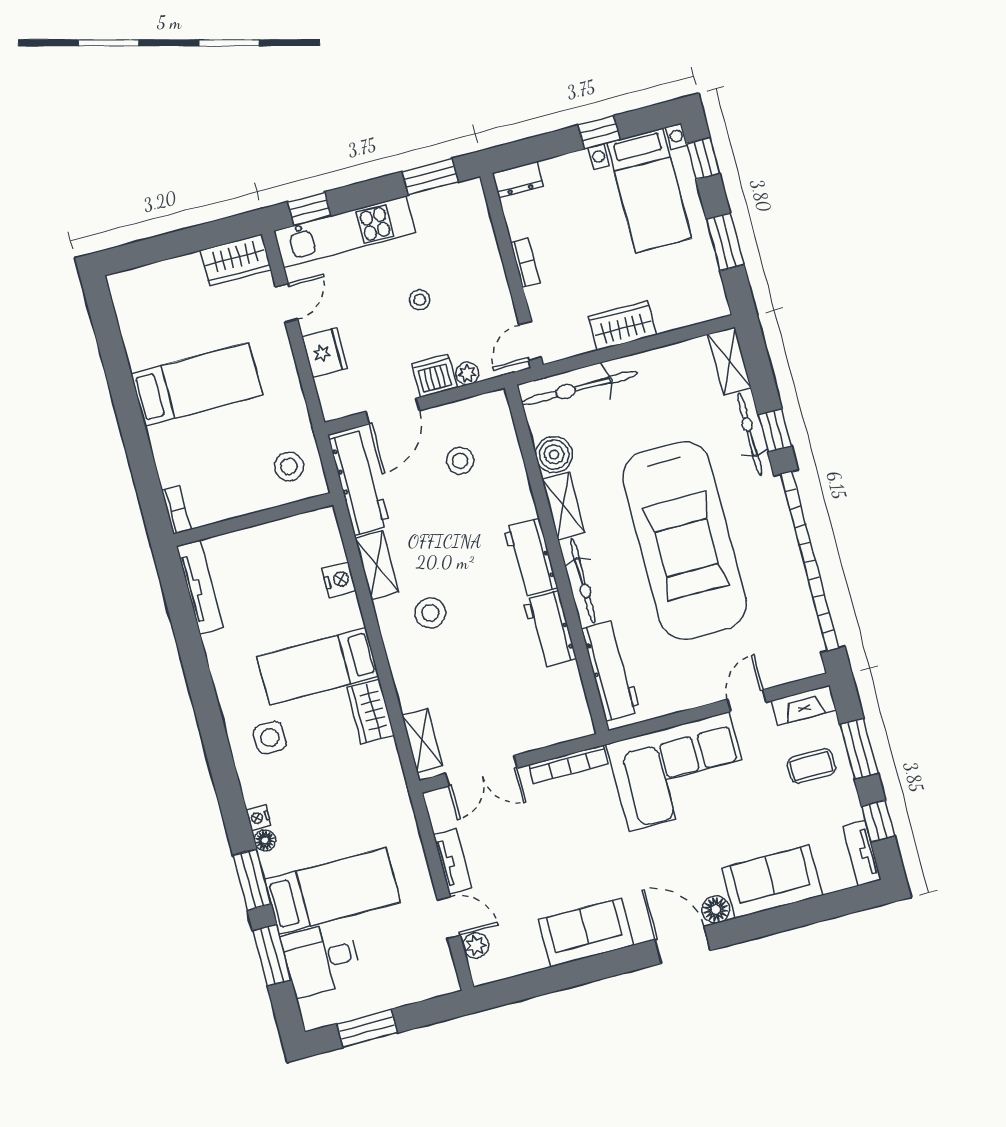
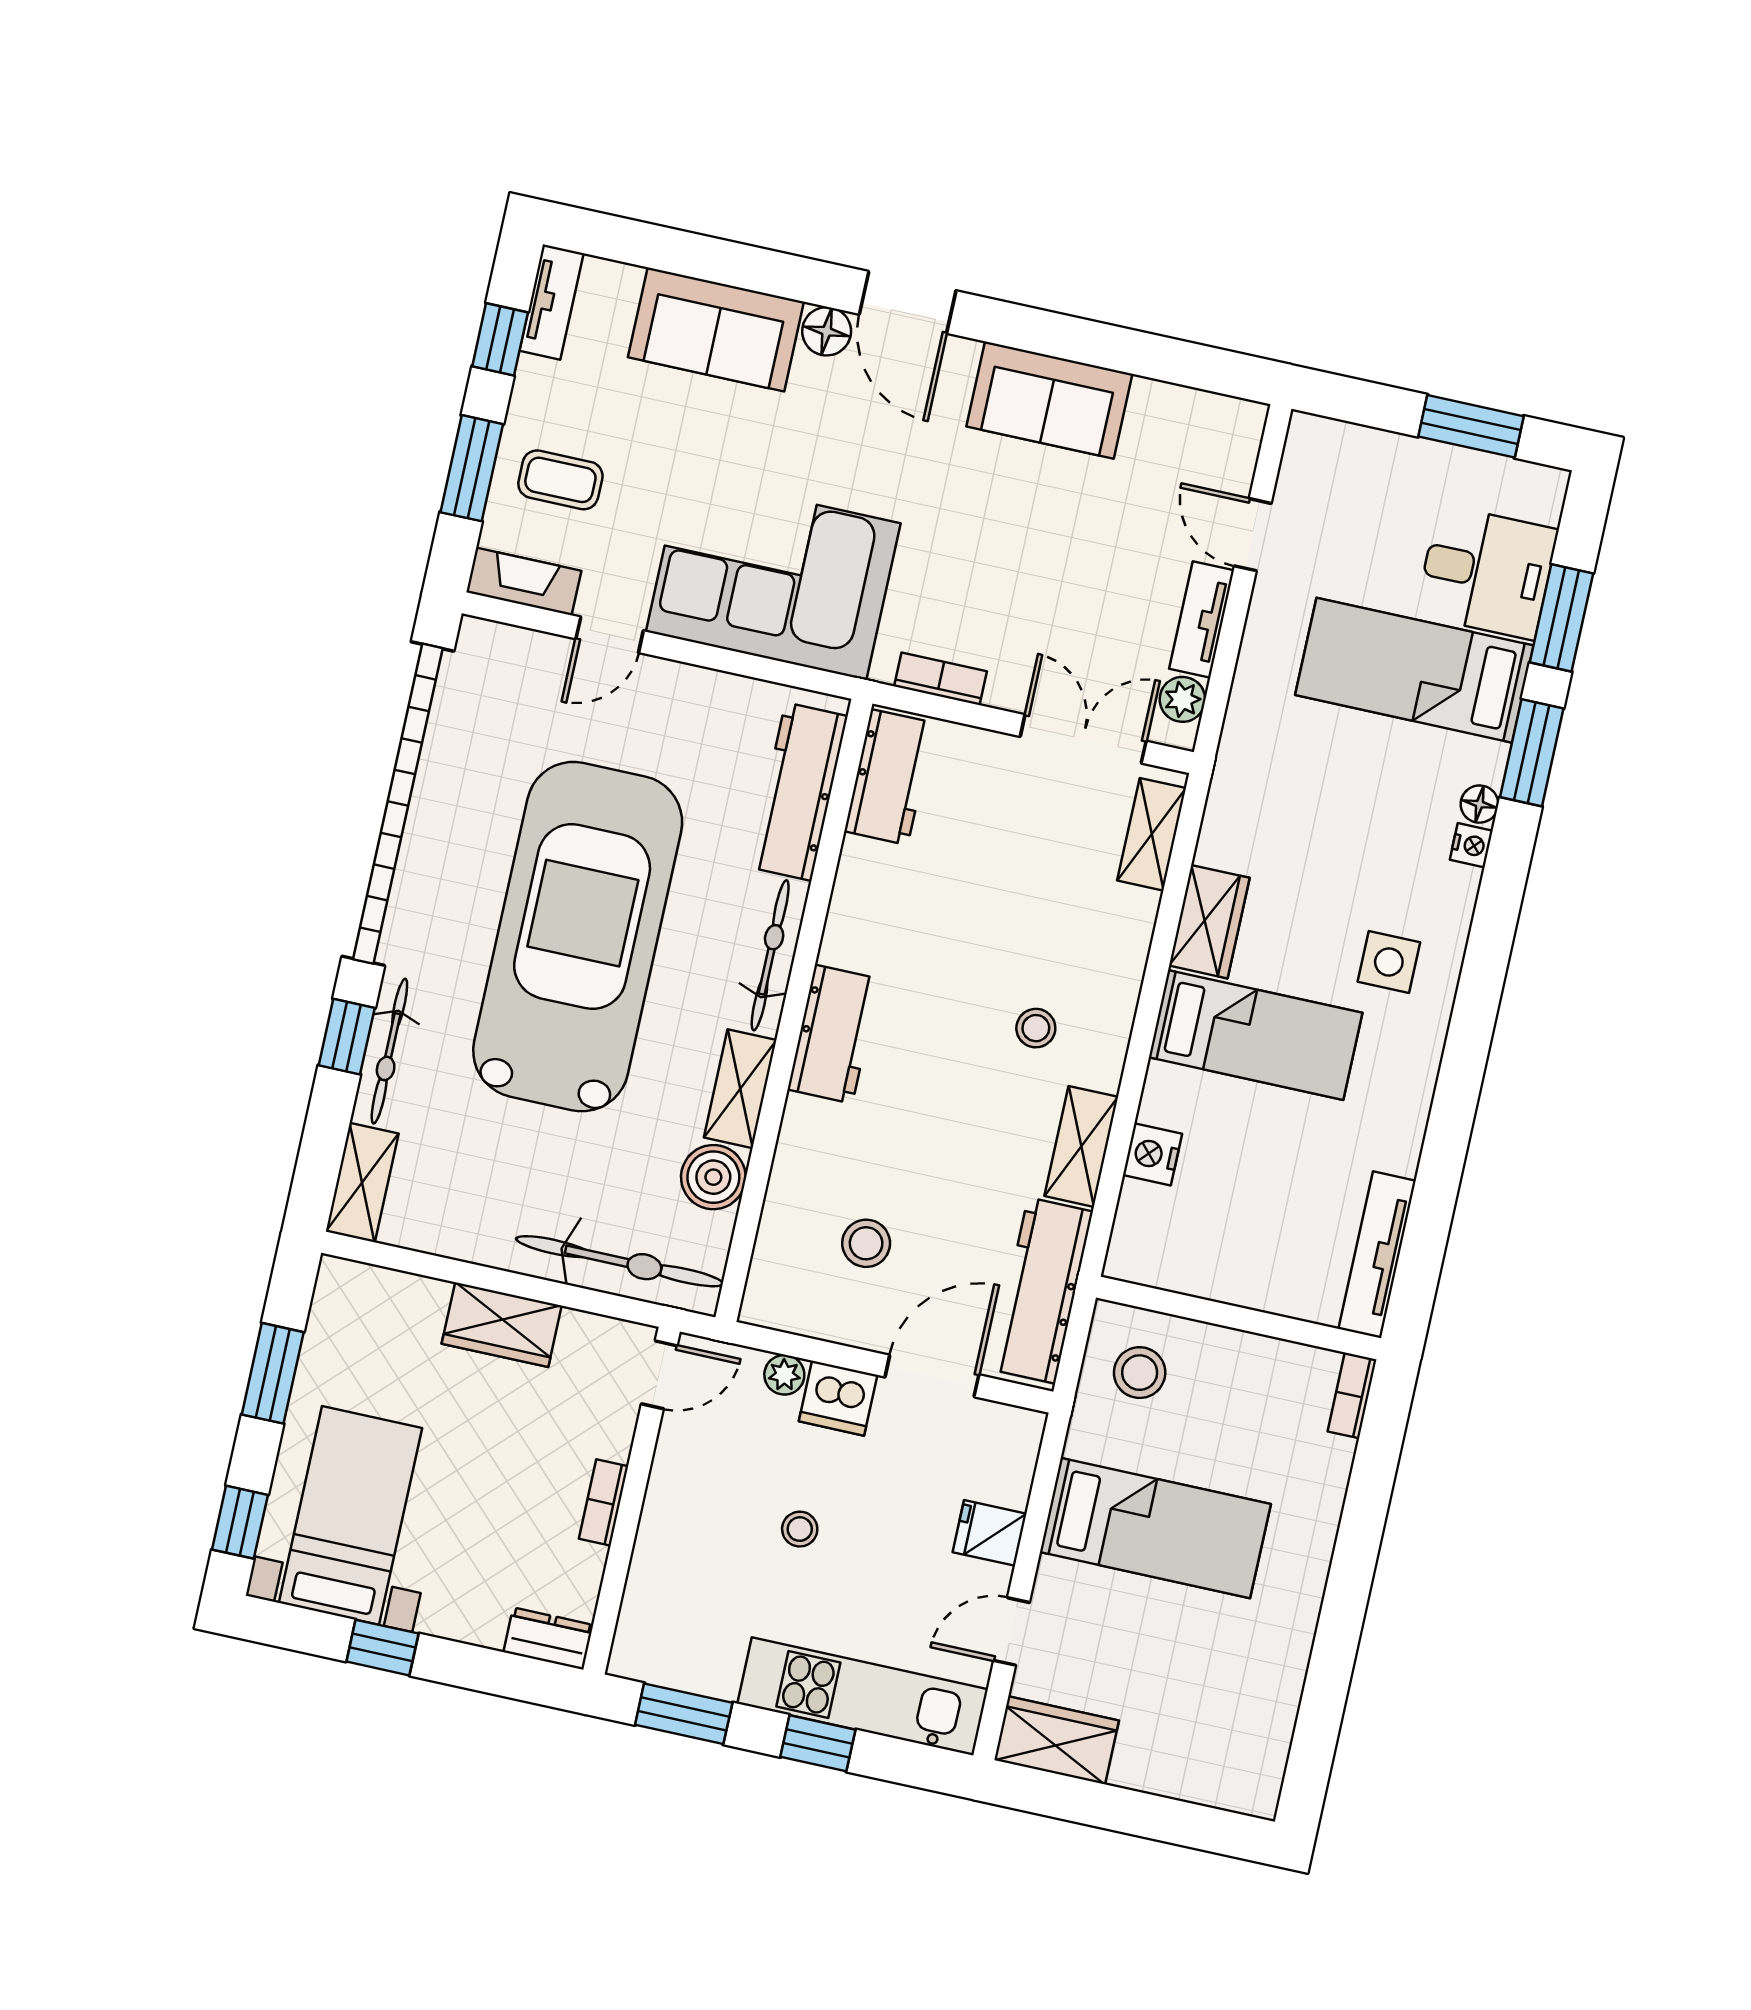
window: (309, 209) -> (818, 1743), moved
fridge: (324, 353) -> (990, 1533), width x0.72
bed: (196, 384) -> (1155, 1528), moved, turned 180
stool: (430, 613) -> (1036, 1028), width x0.73, depth x0.73
workbench: (550, 629) -> (889, 777), moved
bookcase: (569, 764) -> (941, 679), width x0.64
plant: (476, 945) -> (1182, 699), moved

